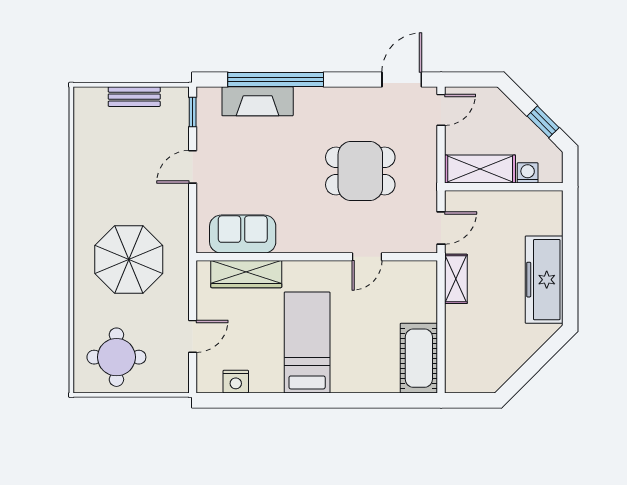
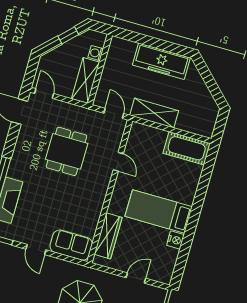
sofa: (243, 234) -> (71, 245), moved, turned 90
shelving: (456, 279) -> (154, 113), width x1.50, depth x1.33
door: (193, 336) -> (136, 278), hinge flipped
nightstand: (236, 382) -> (175, 240), moved

